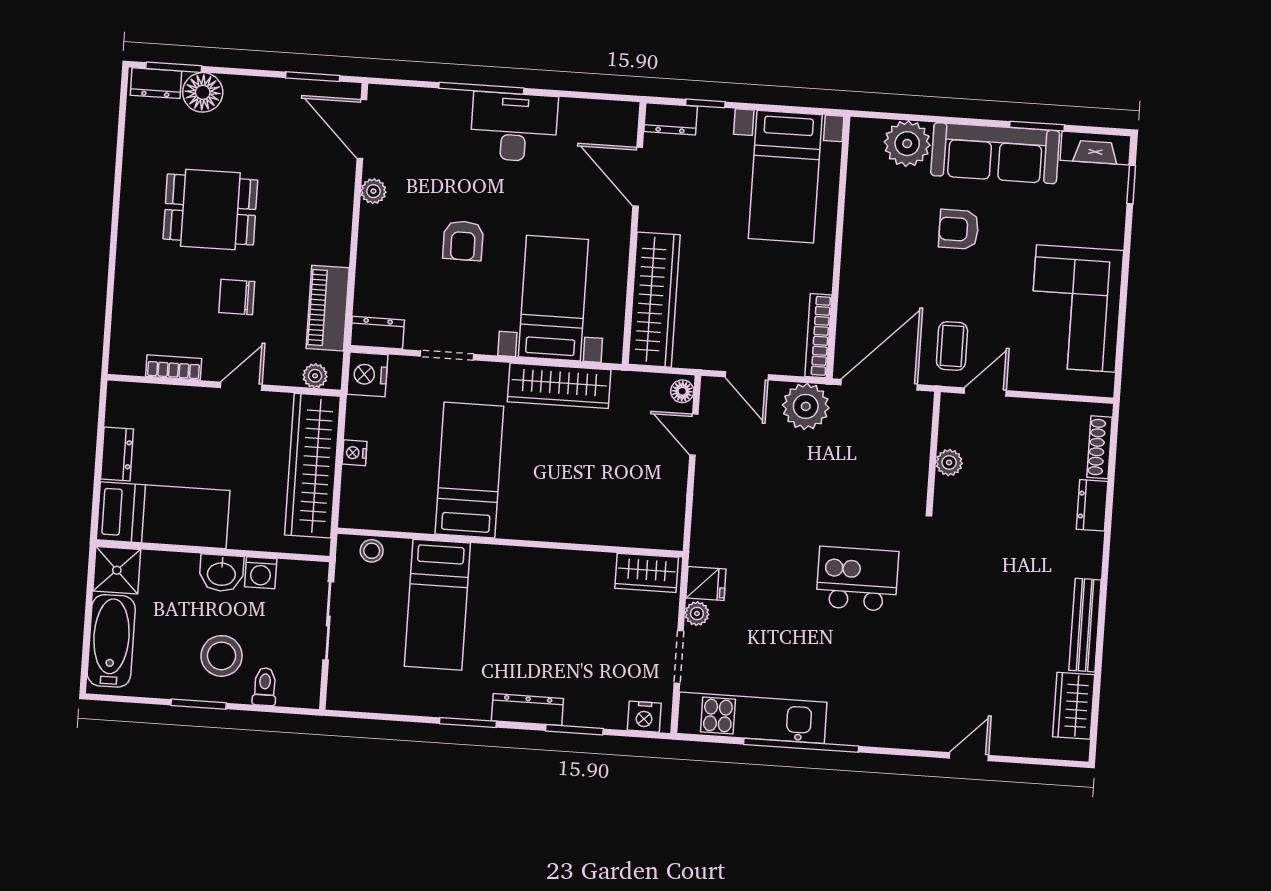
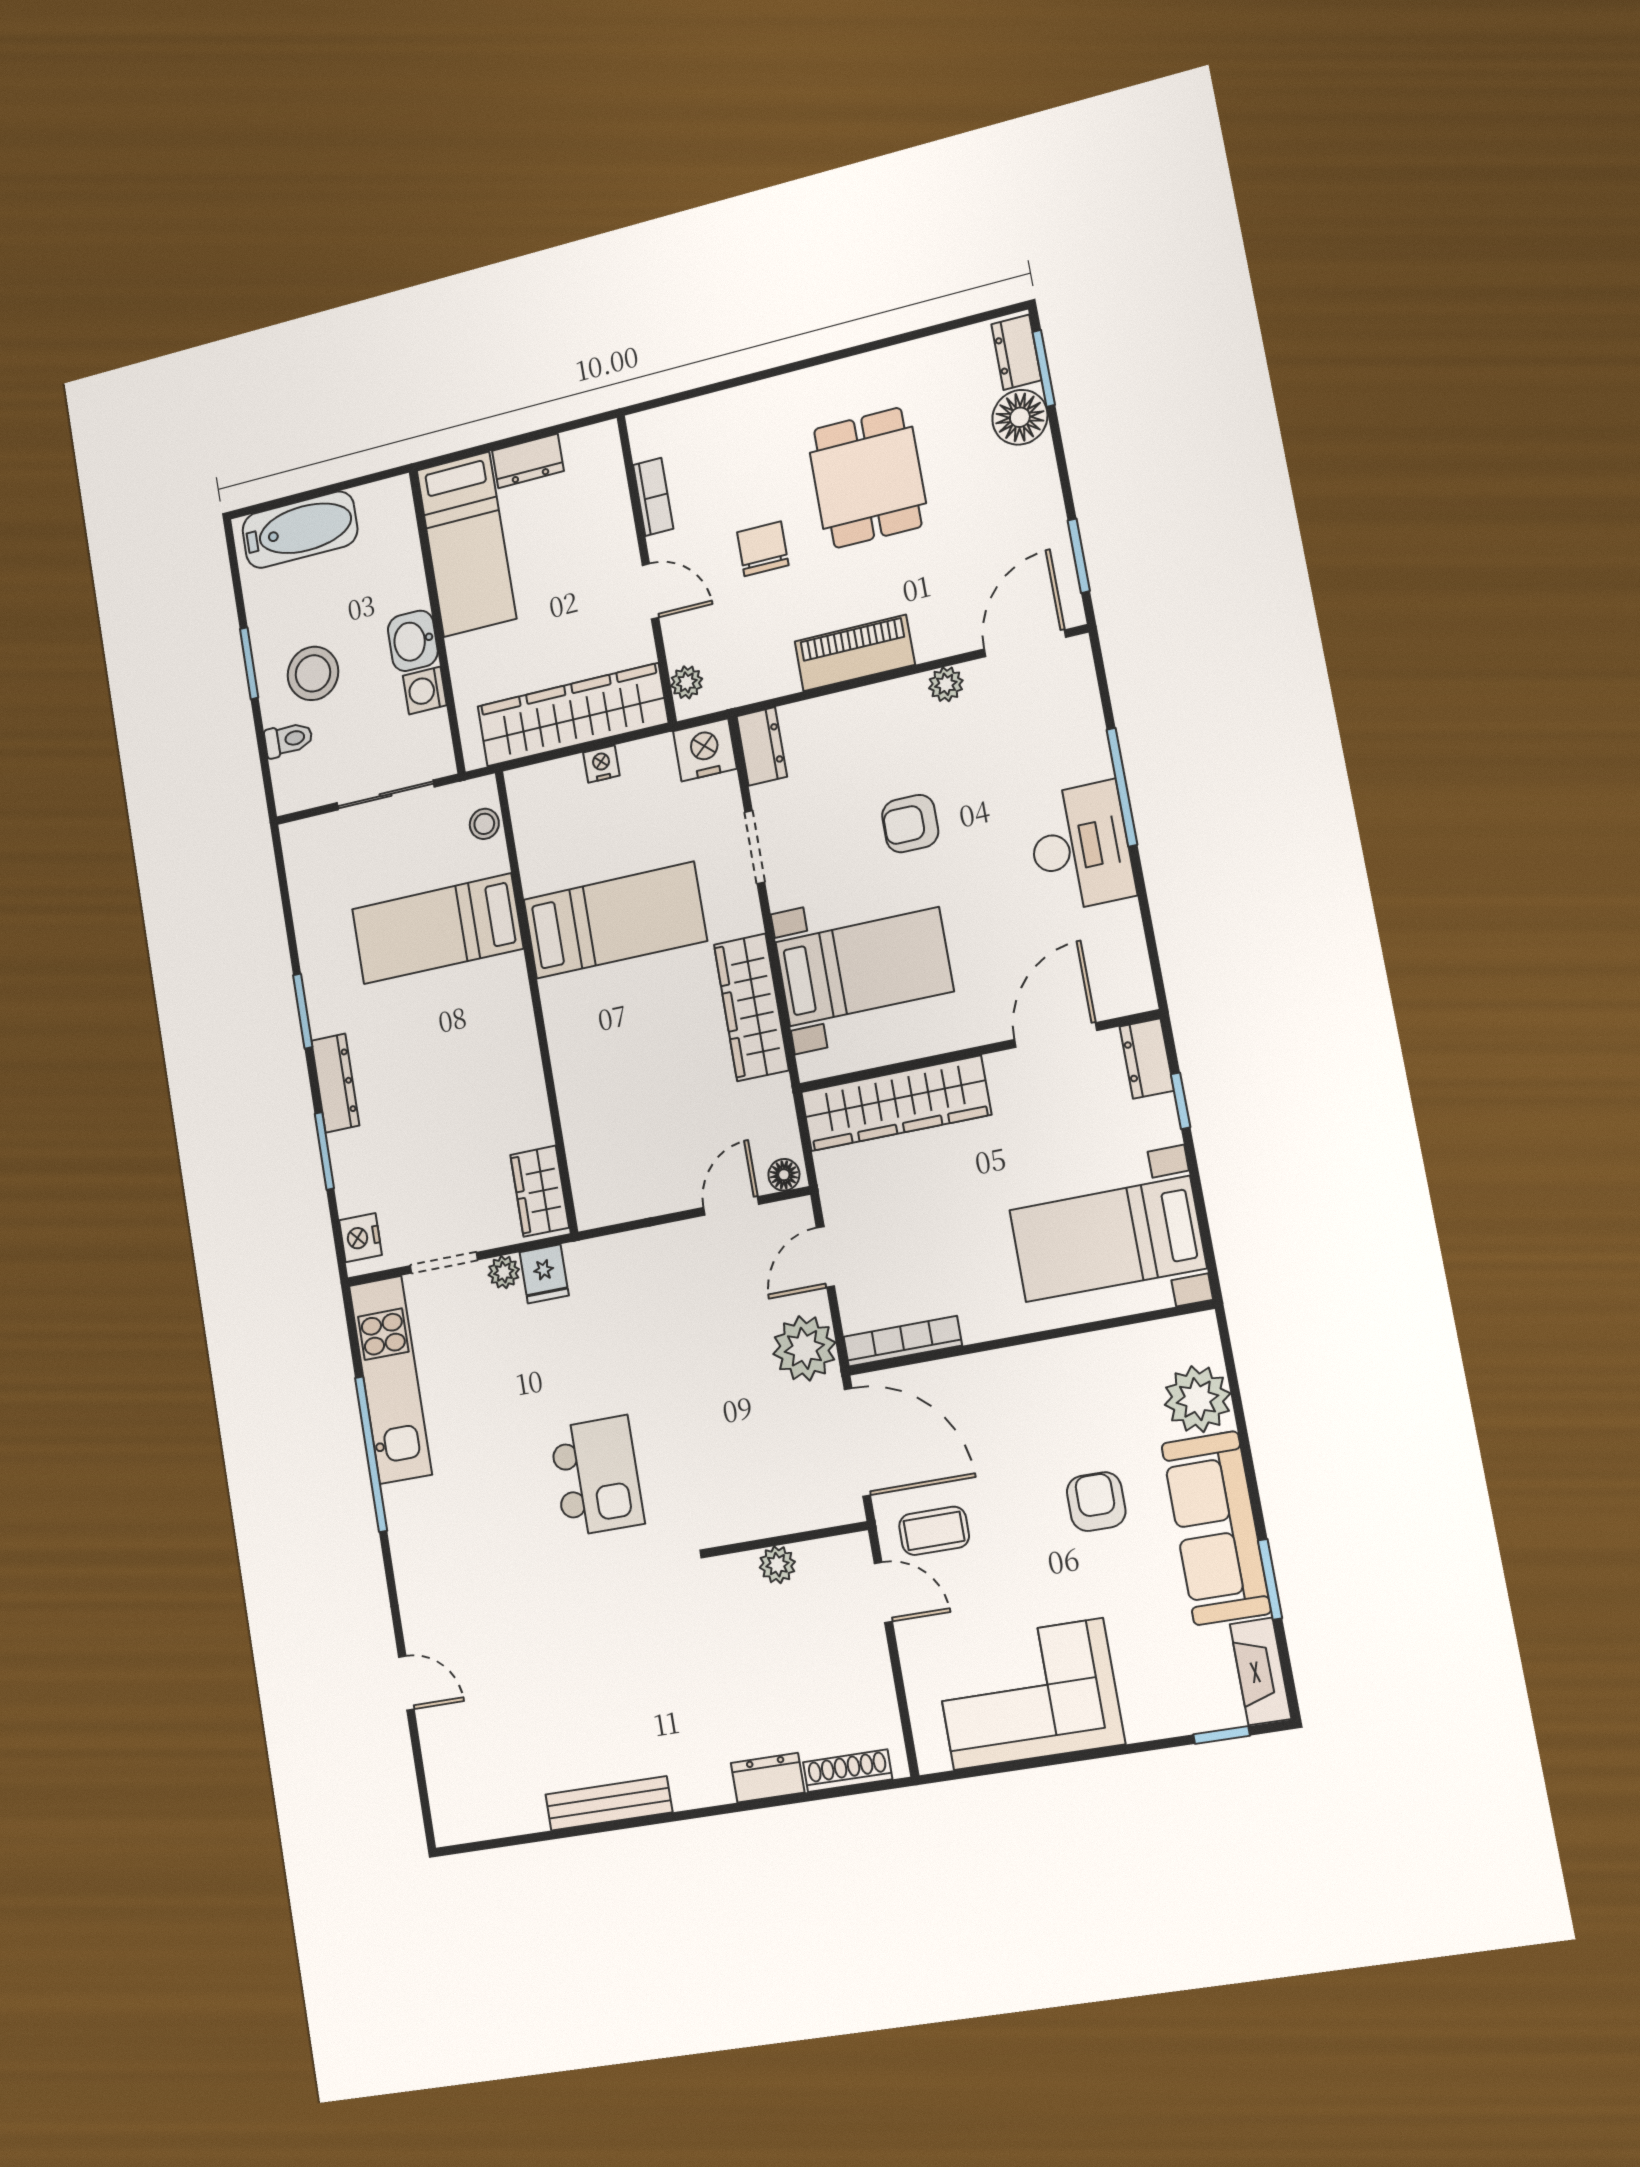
piano: (328, 308) -> (855, 653), moved
shower: (117, 570) -> (386, 508), removed
wardrobe: (1074, 706) -> (502, 1811), removed

